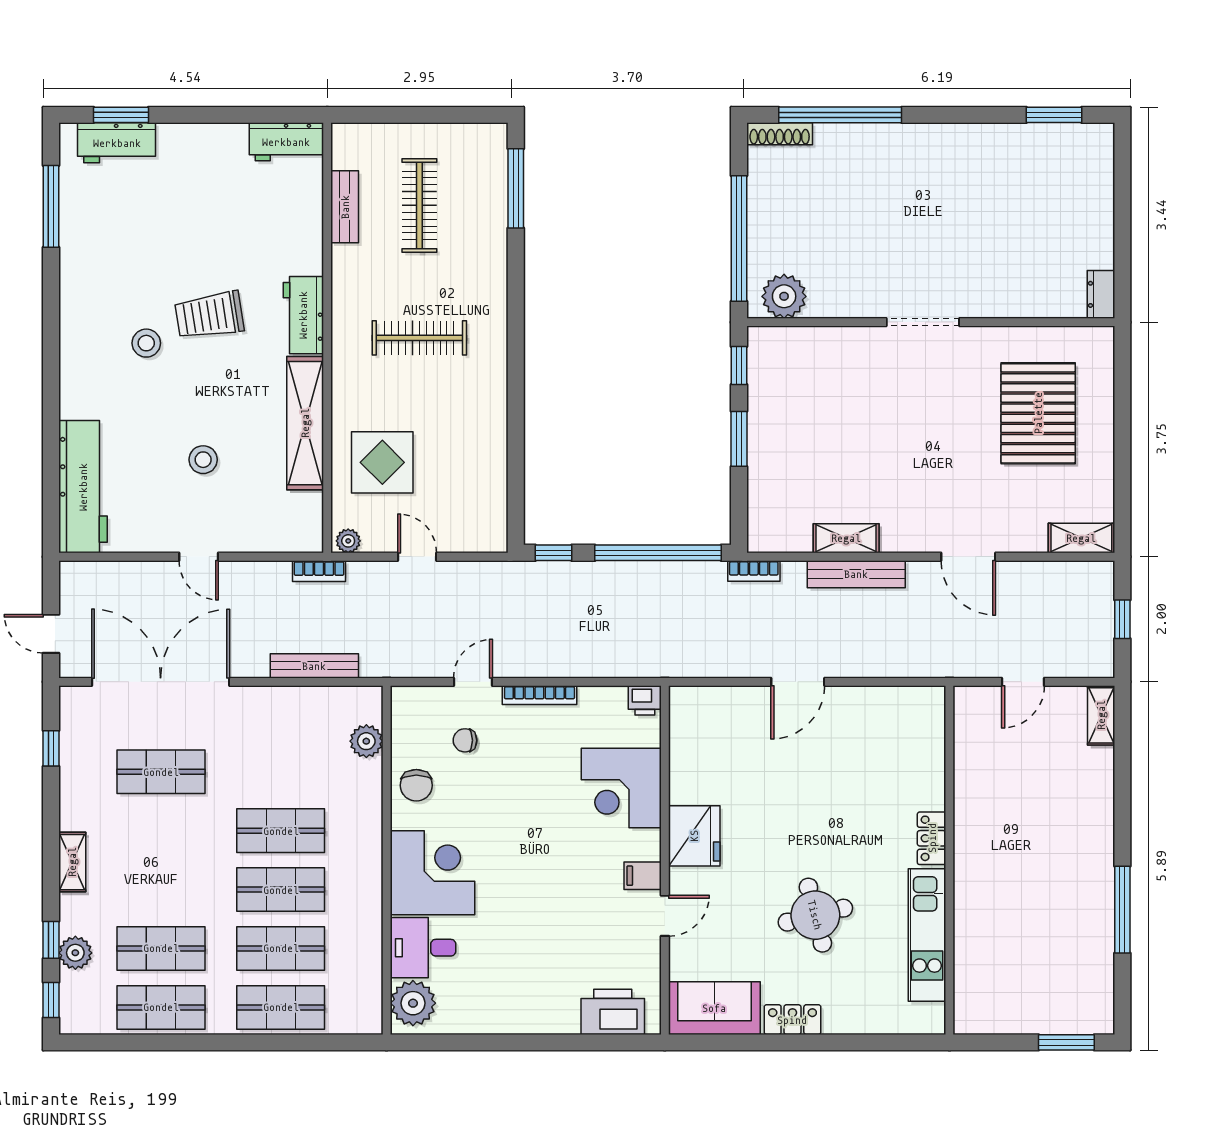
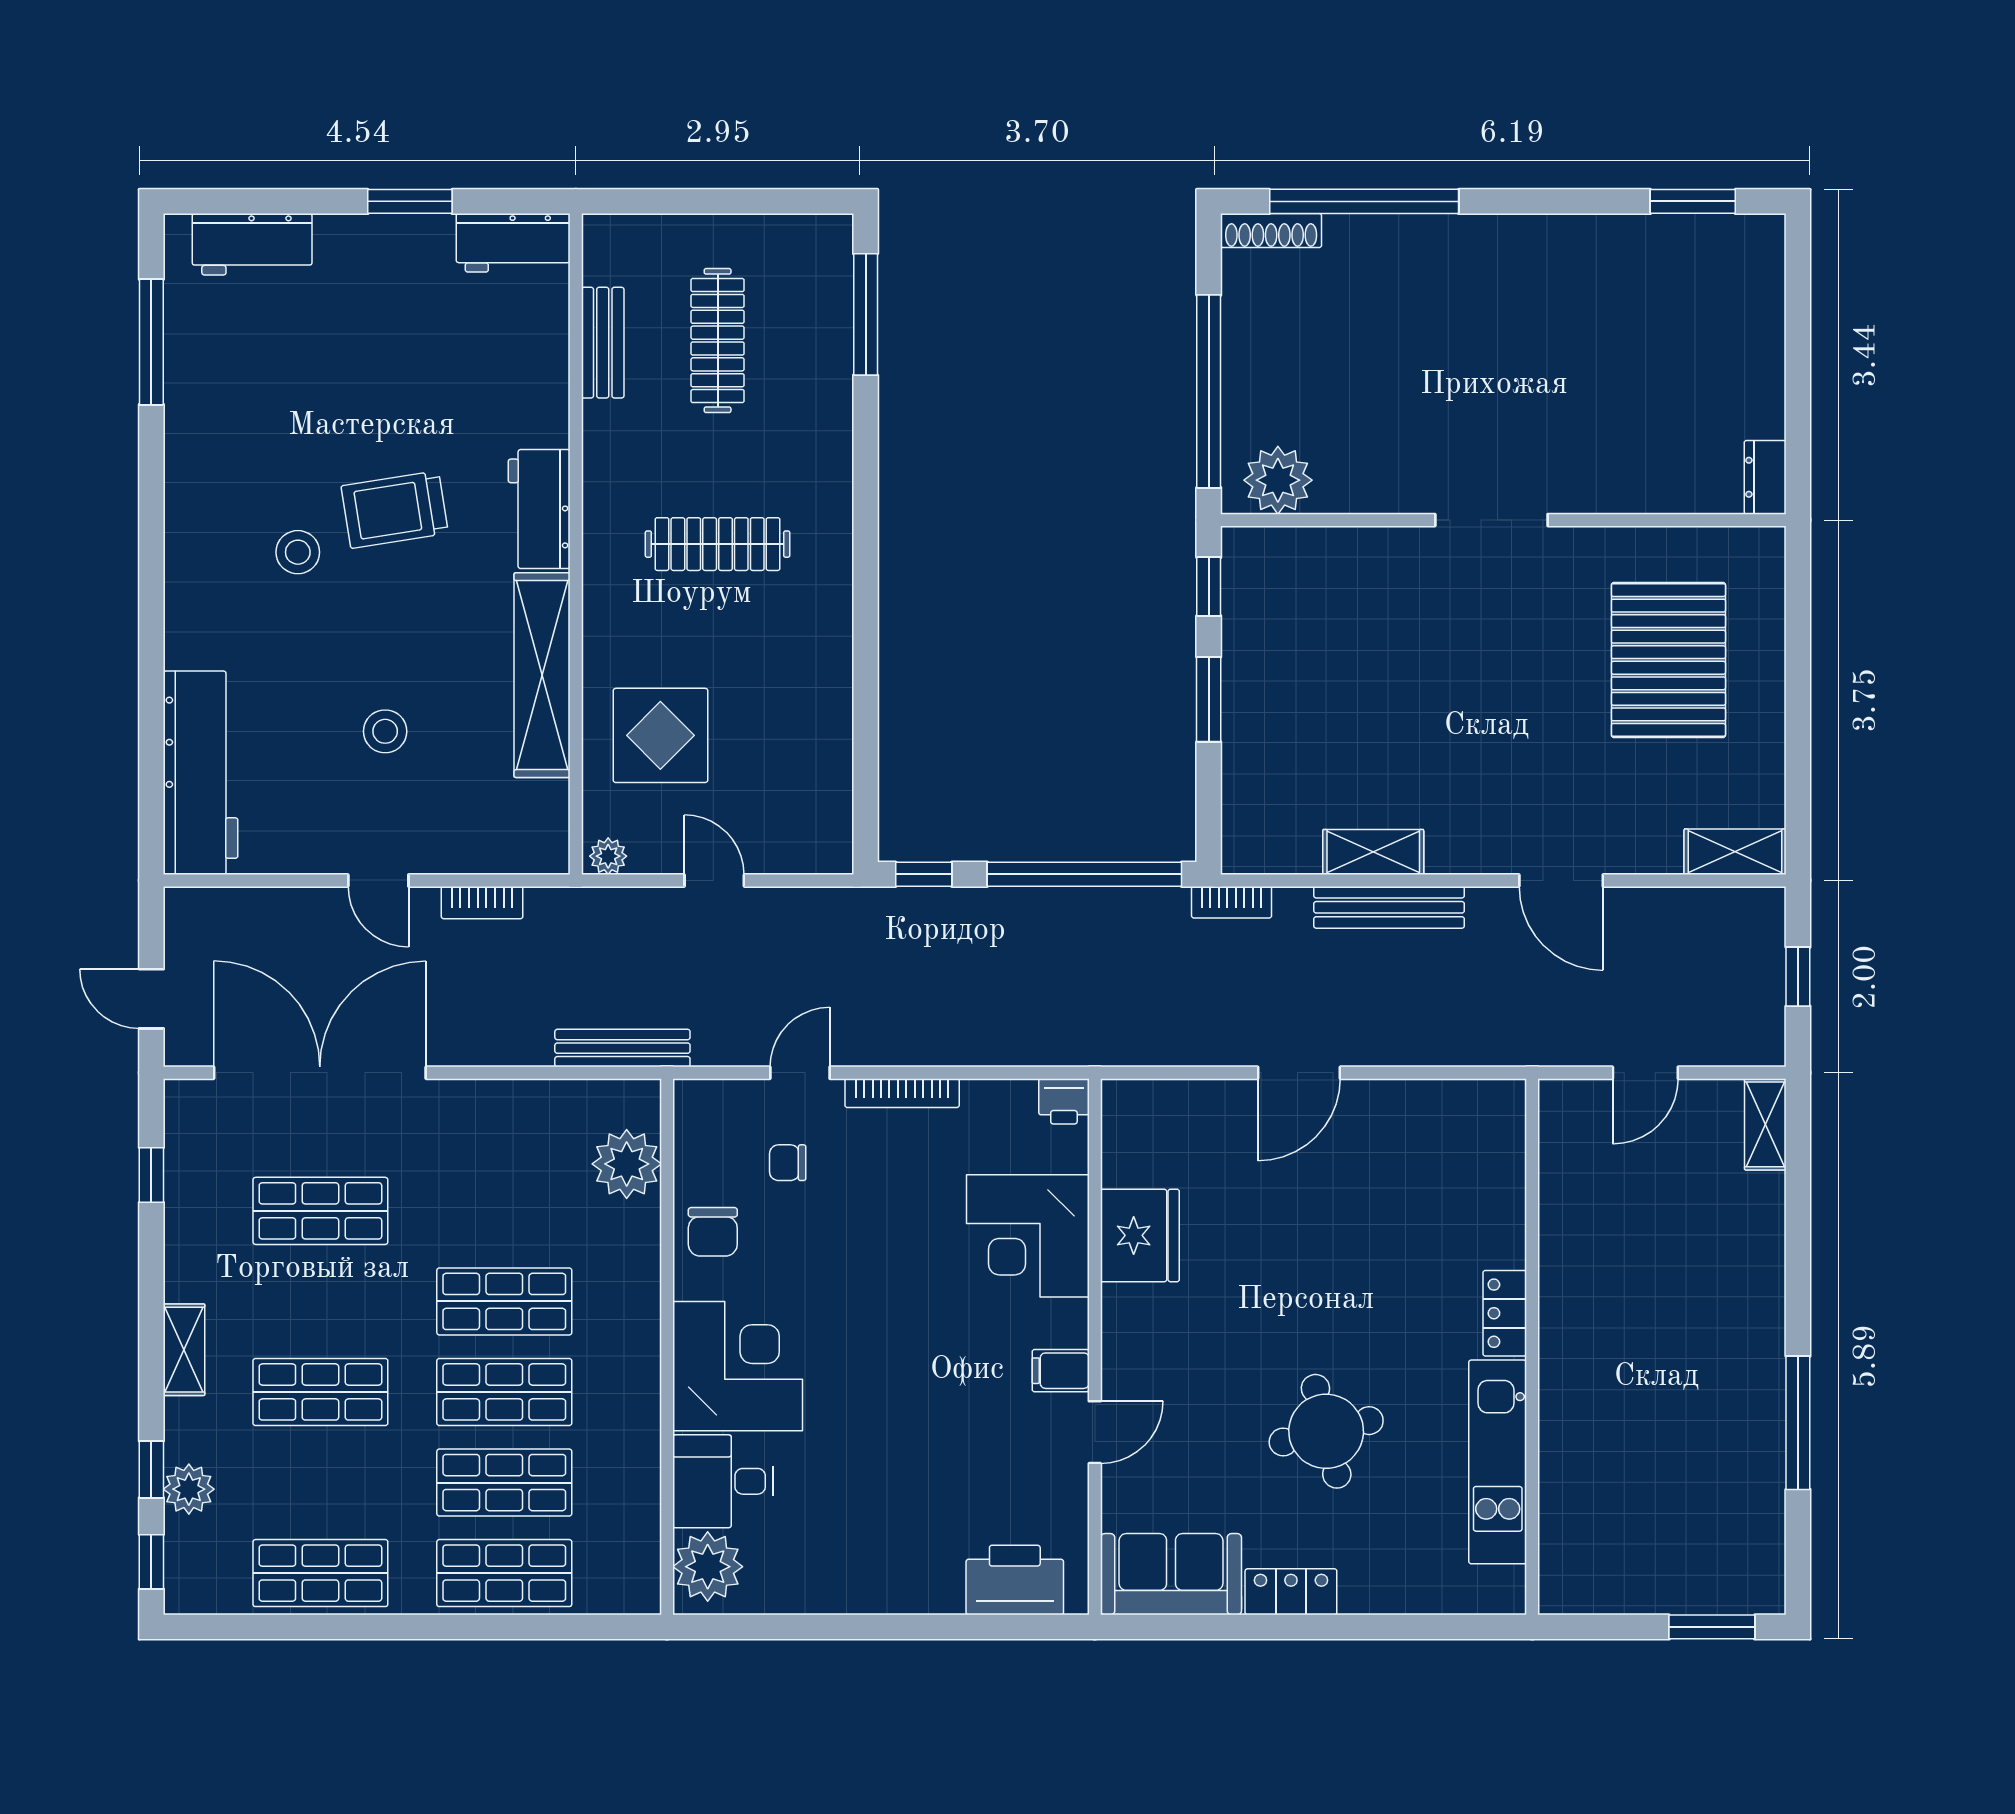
window: (121, 115) -> (410, 201), moved
bookcase: (319, 571) -> (482, 903), moved
bench: (314, 666) -> (622, 1048), moved
plant: (366, 741) -> (627, 1164), width x1.36, depth x1.36
fridge: (694, 836) -> (1140, 1235), moved
shop shelf: (161, 948) -> (320, 1392), moved

